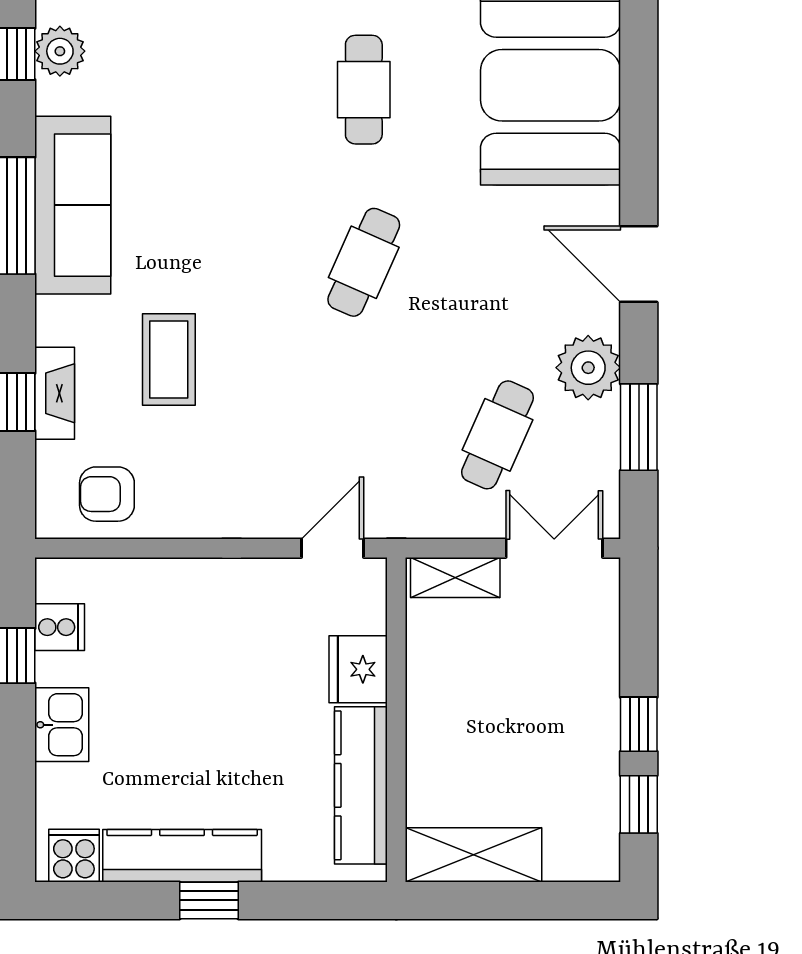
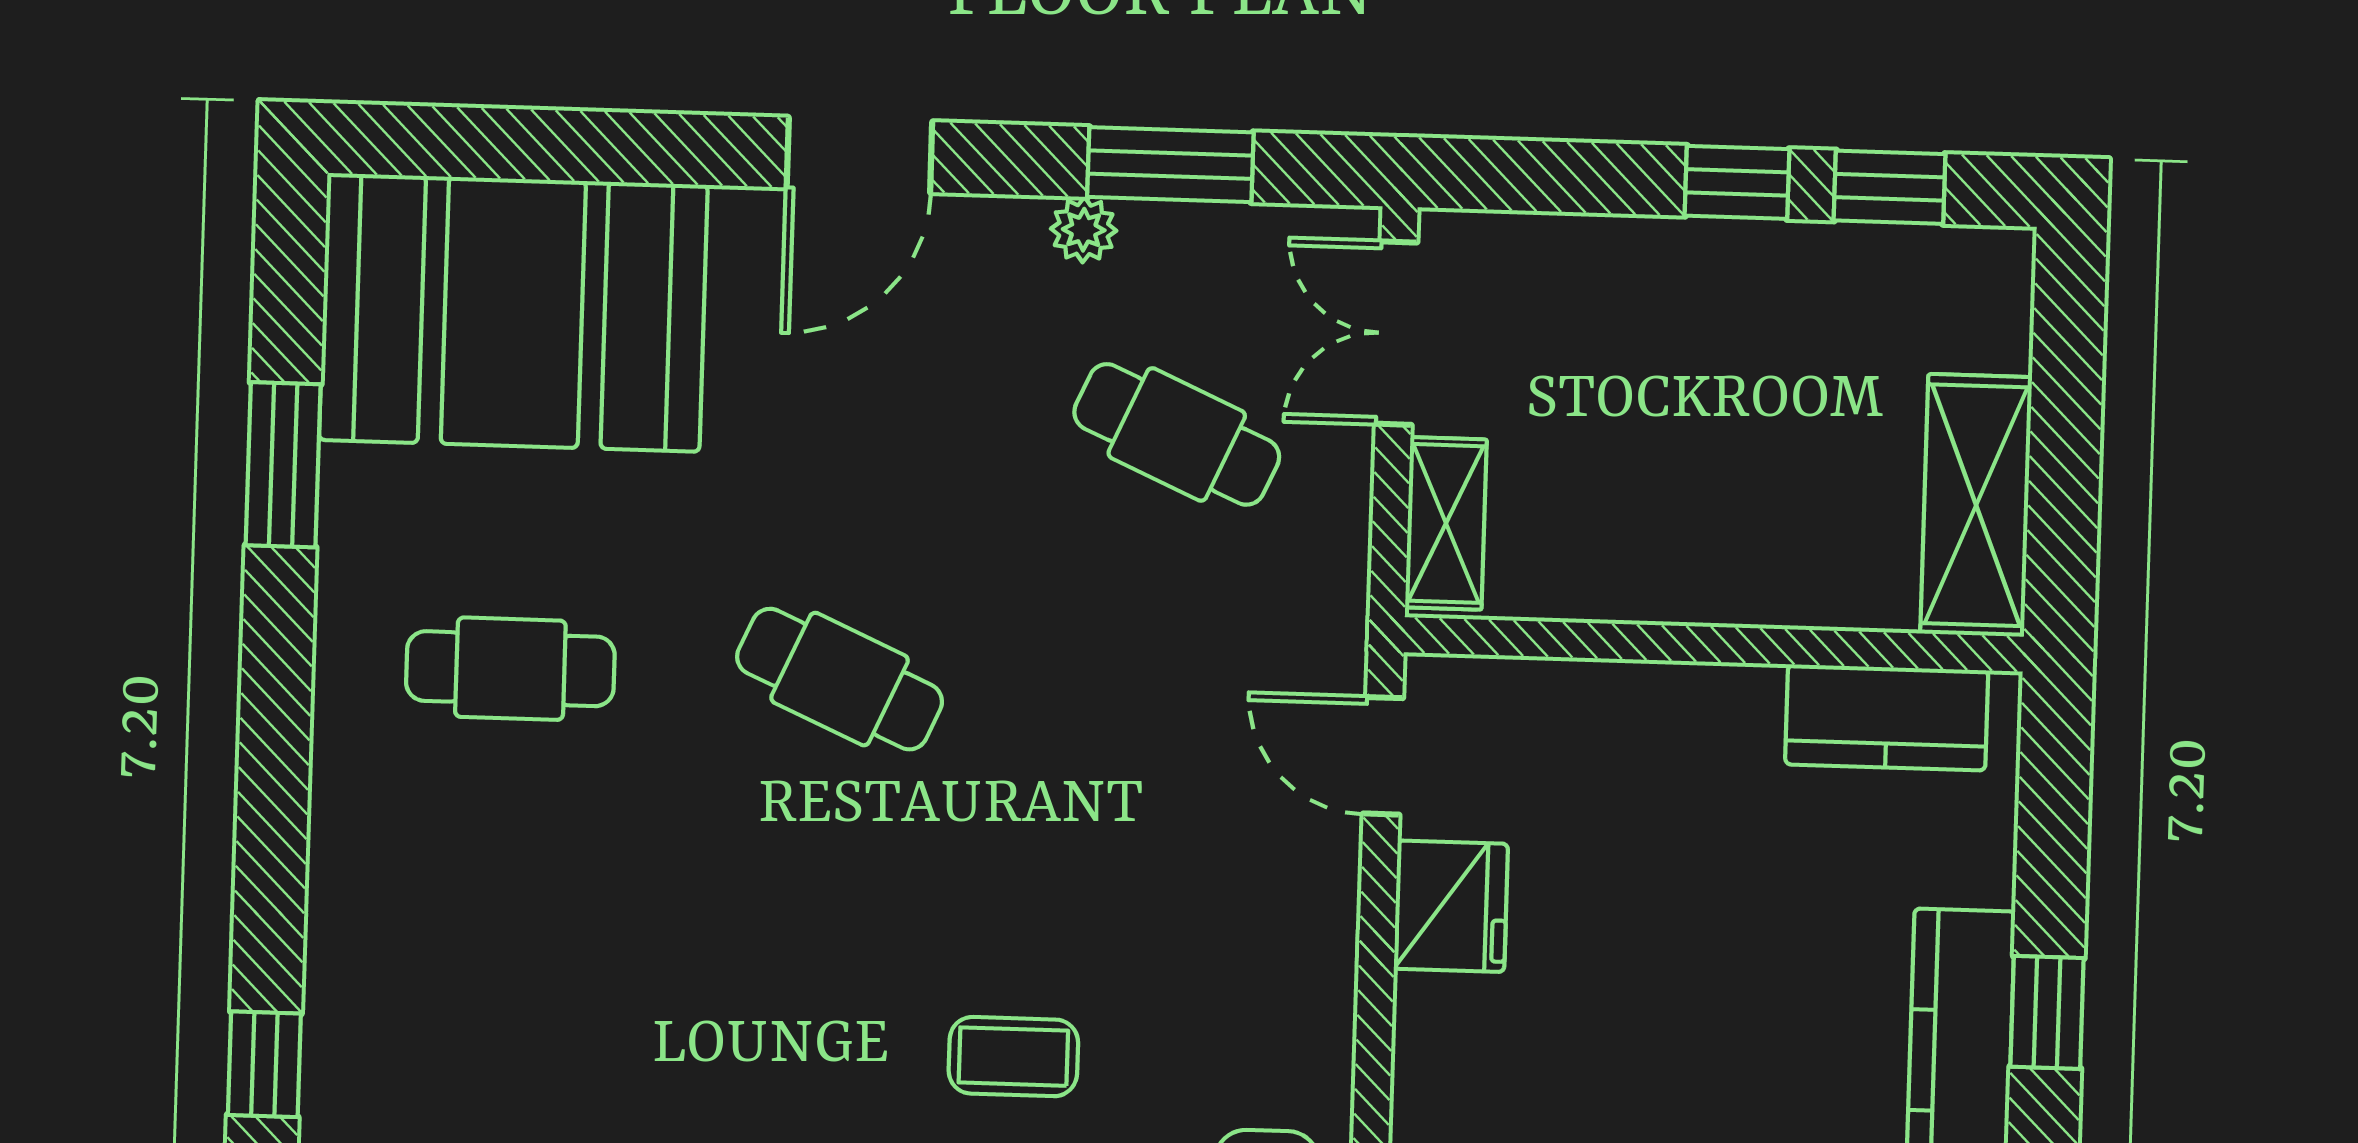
coffee table: (169, 360) -> (1013, 1057), width x0.73, depth x0.77
plant: (588, 368) -> (1084, 230), width x0.53, depth x0.53
fridge: (358, 669) -> (1451, 906), moved, turned -90
kitchen counter: (361, 785) -> (1887, 717), width x0.67

